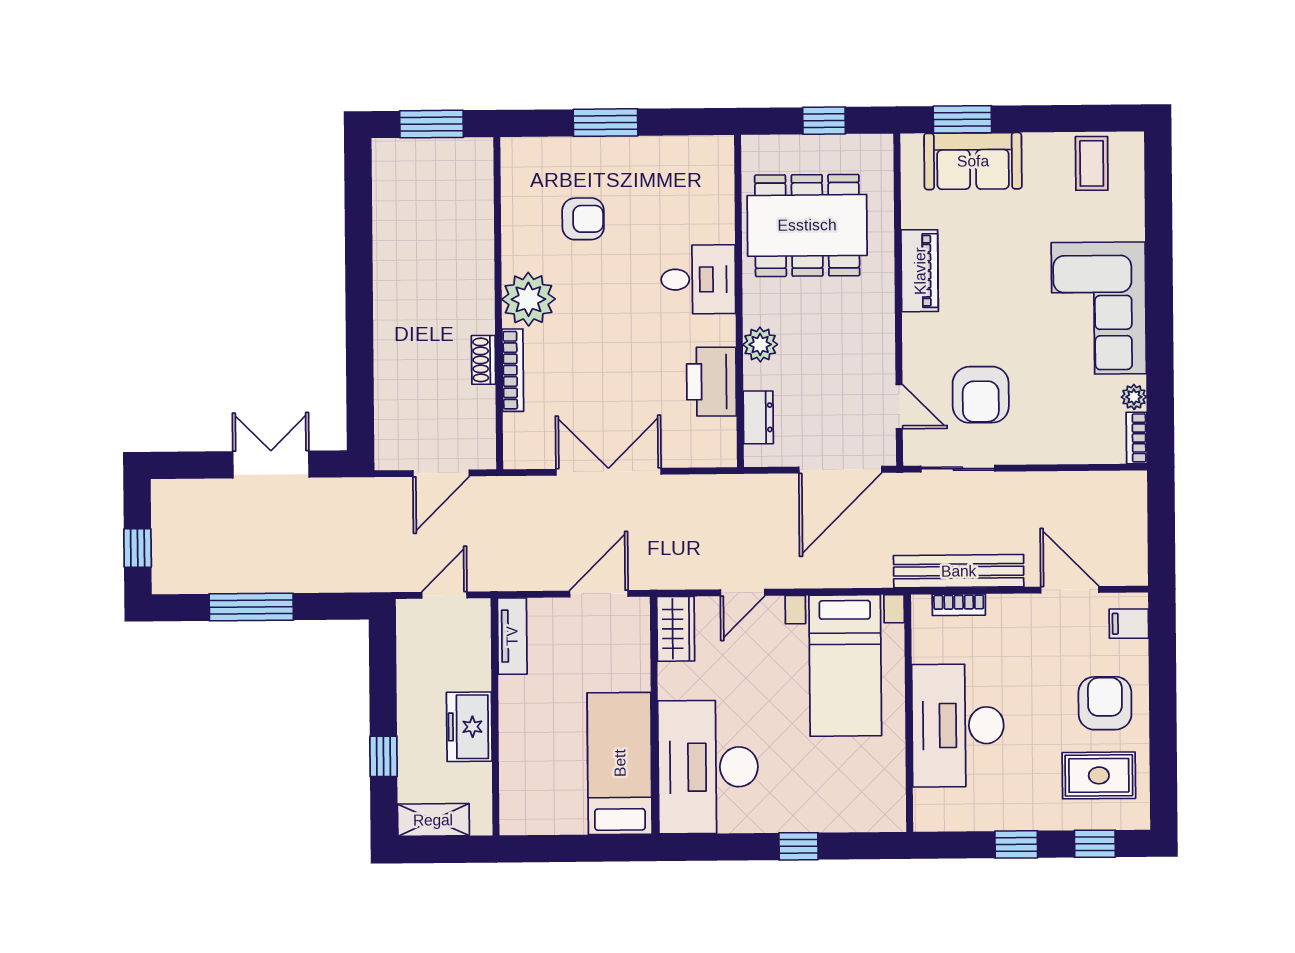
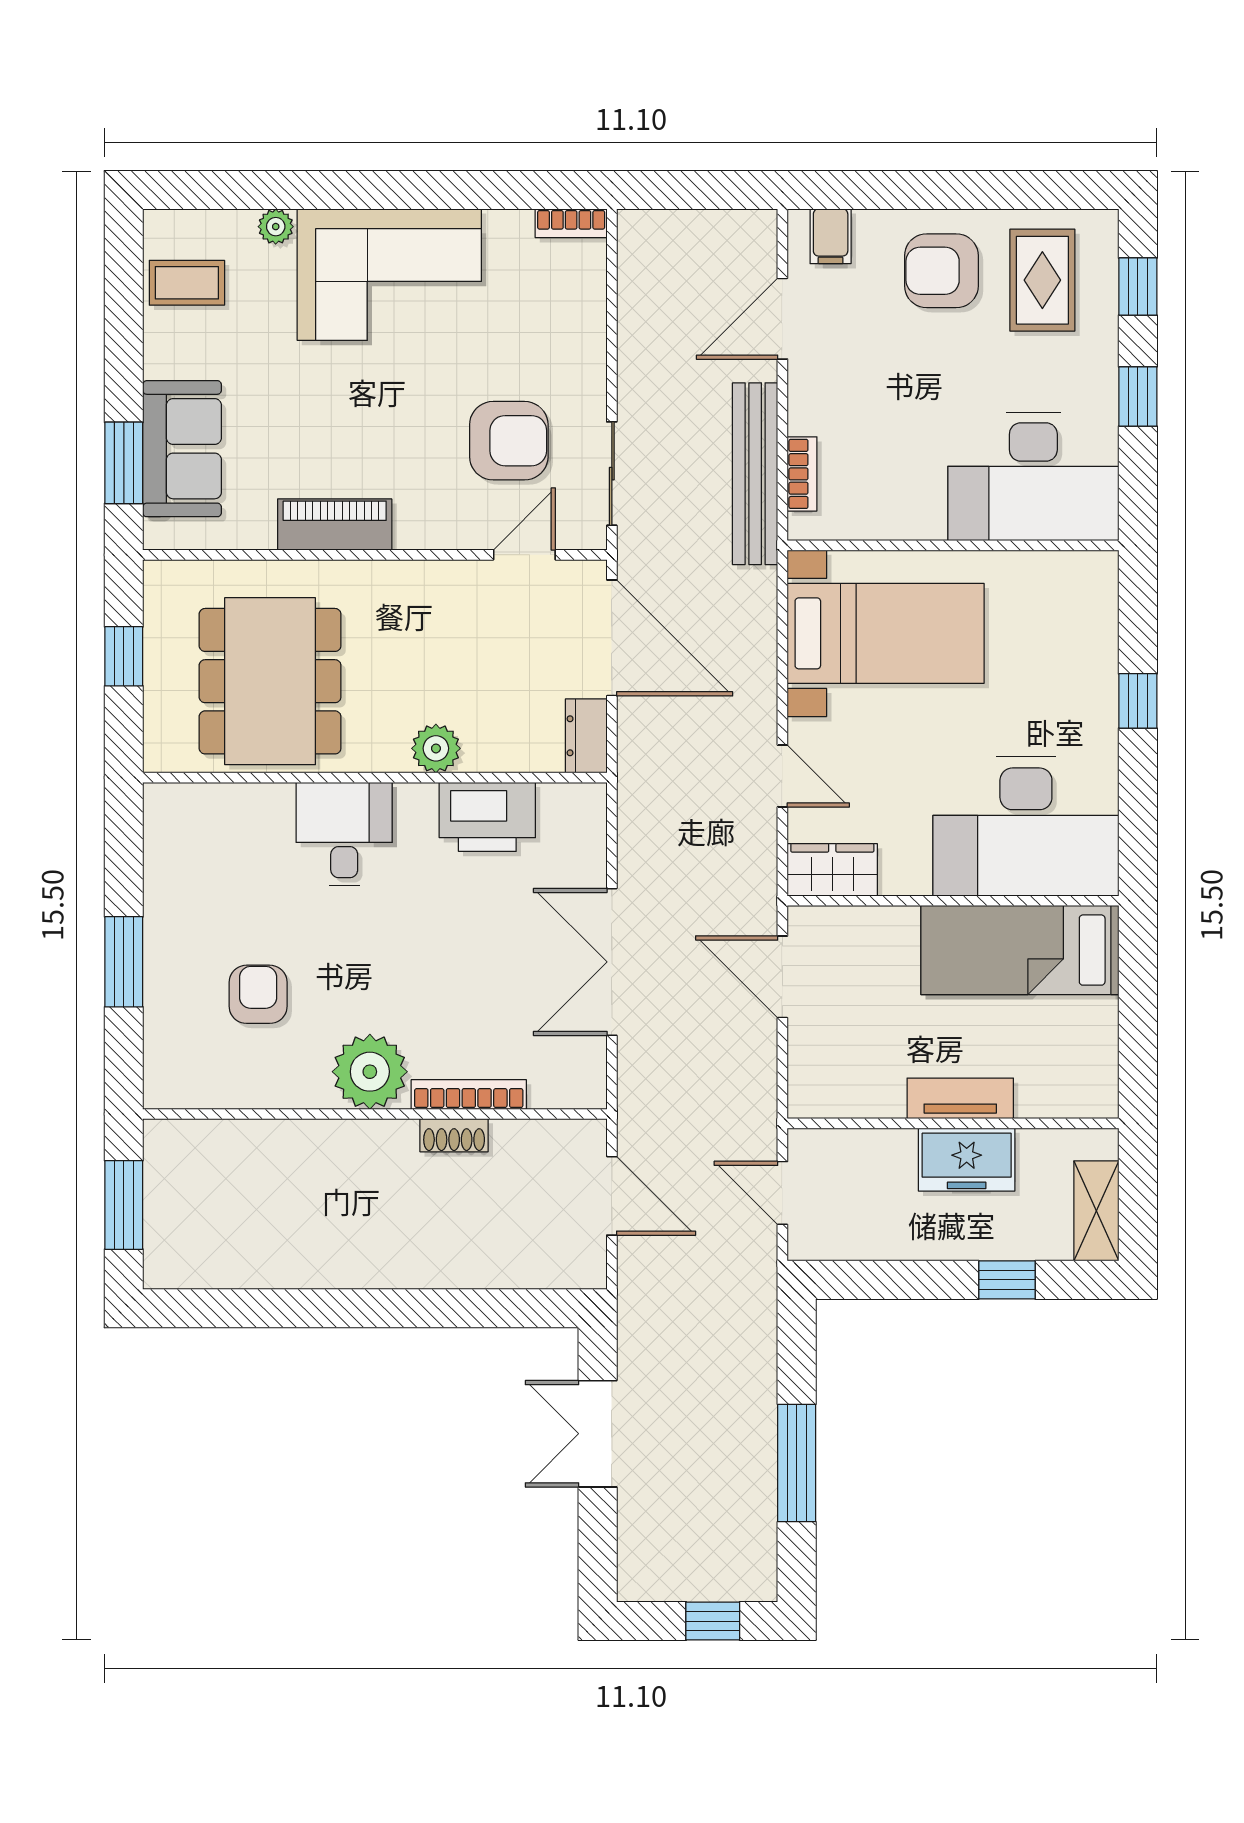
plant: (1134, 397) -> (276, 227), moved
dresser: (758, 417) -> (586, 736), moved, turned -90
tv unit: (512, 636) -> (960, 1098), moved
desk: (958, 725) -> (1033, 477), moved

